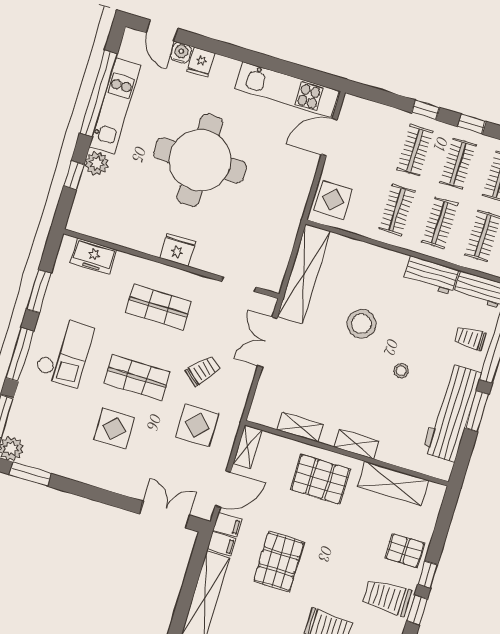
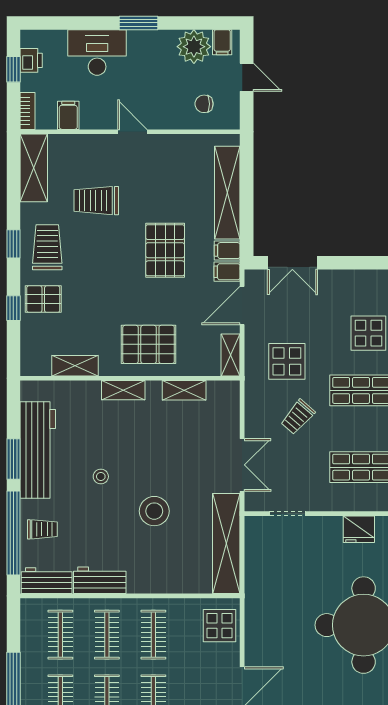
shelving: (393, 483) -> (75, 366), width x0.67, depth x0.75
window: (428, 574) -> (13, 308), moved
trolley: (387, 597) -> (47, 247), turned -90

